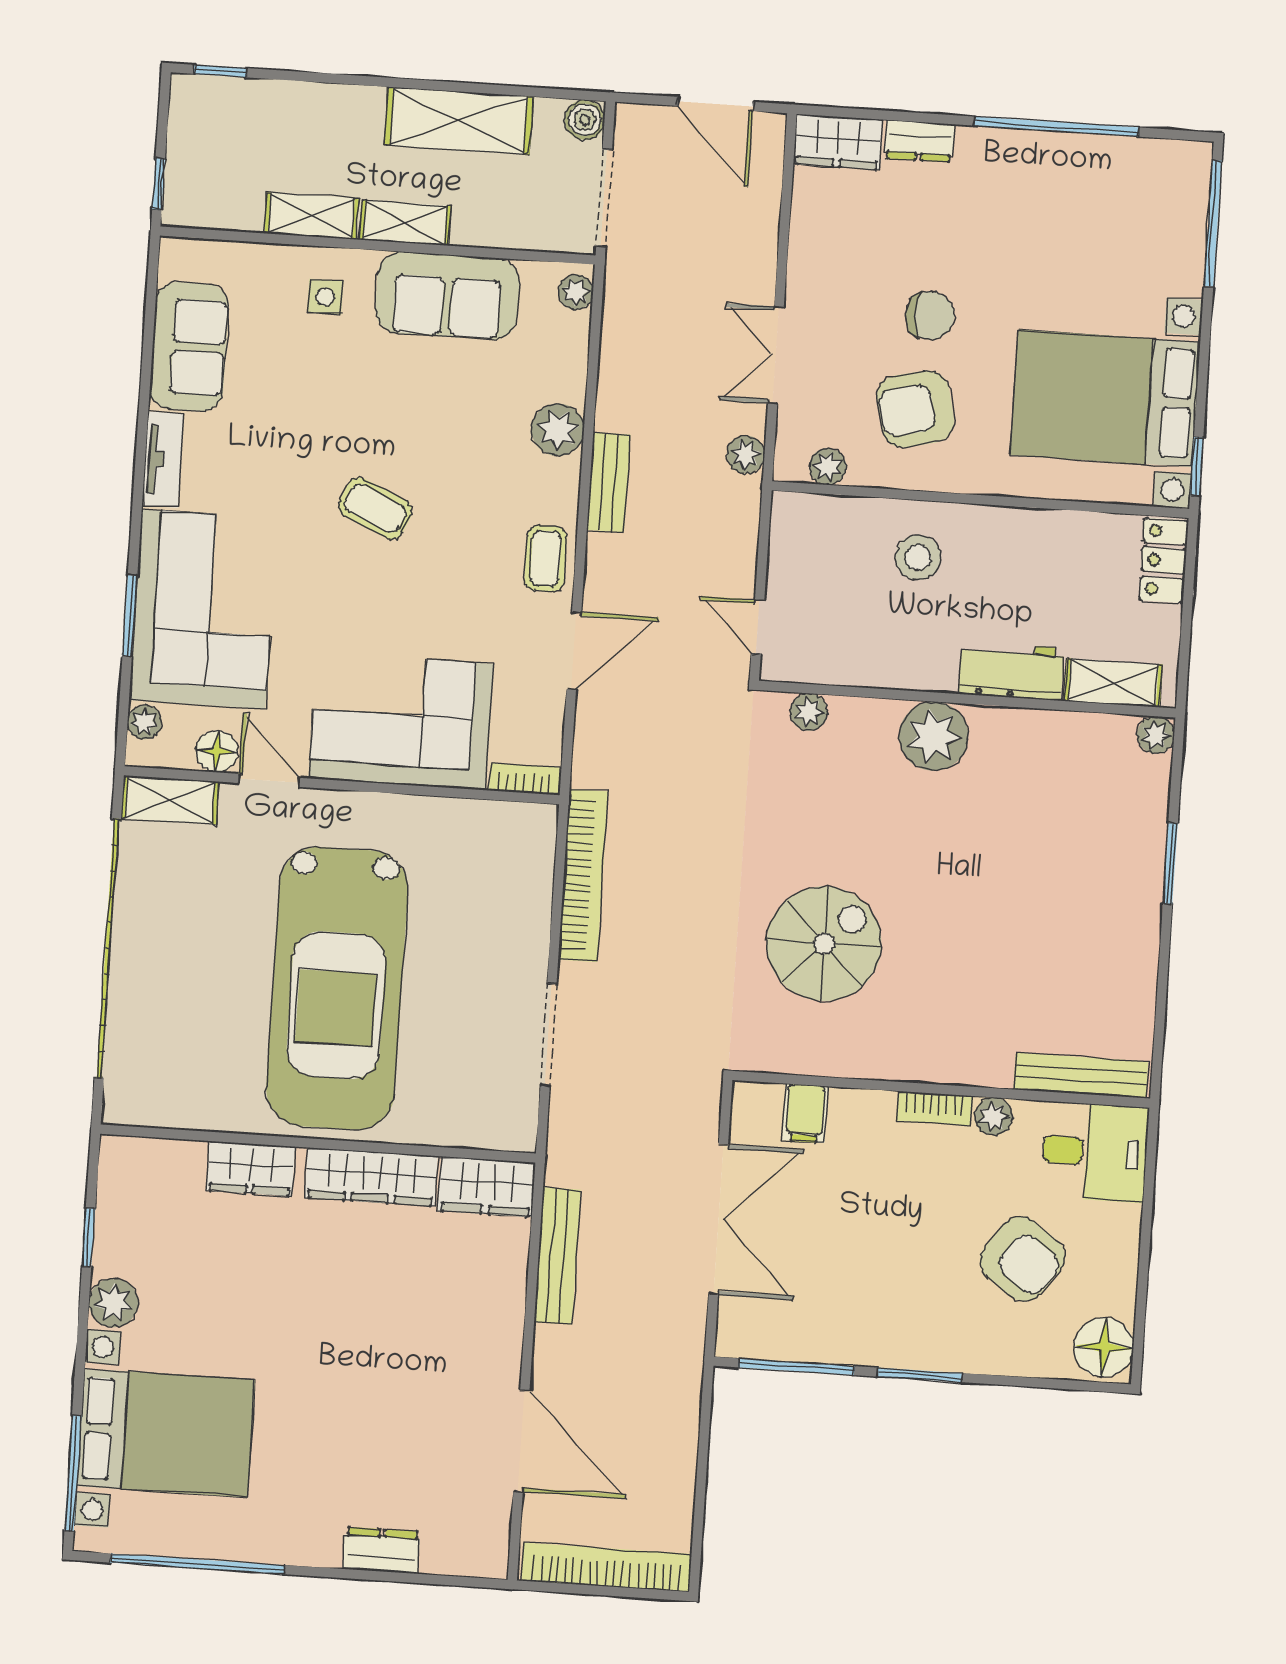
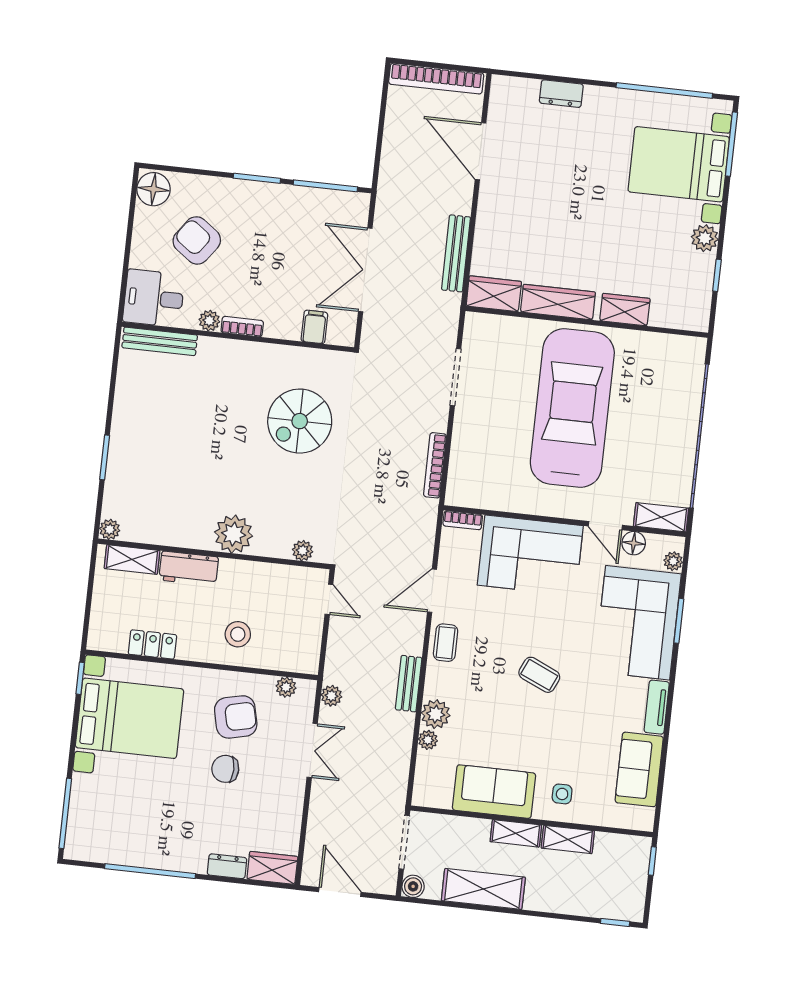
plant: (576, 292) -> (428, 740), moved
locker: (1164, 560) -> (152, 644), moved, turned -90
bookcase: (583, 875) -> (435, 465), width x0.68, depth x0.76

